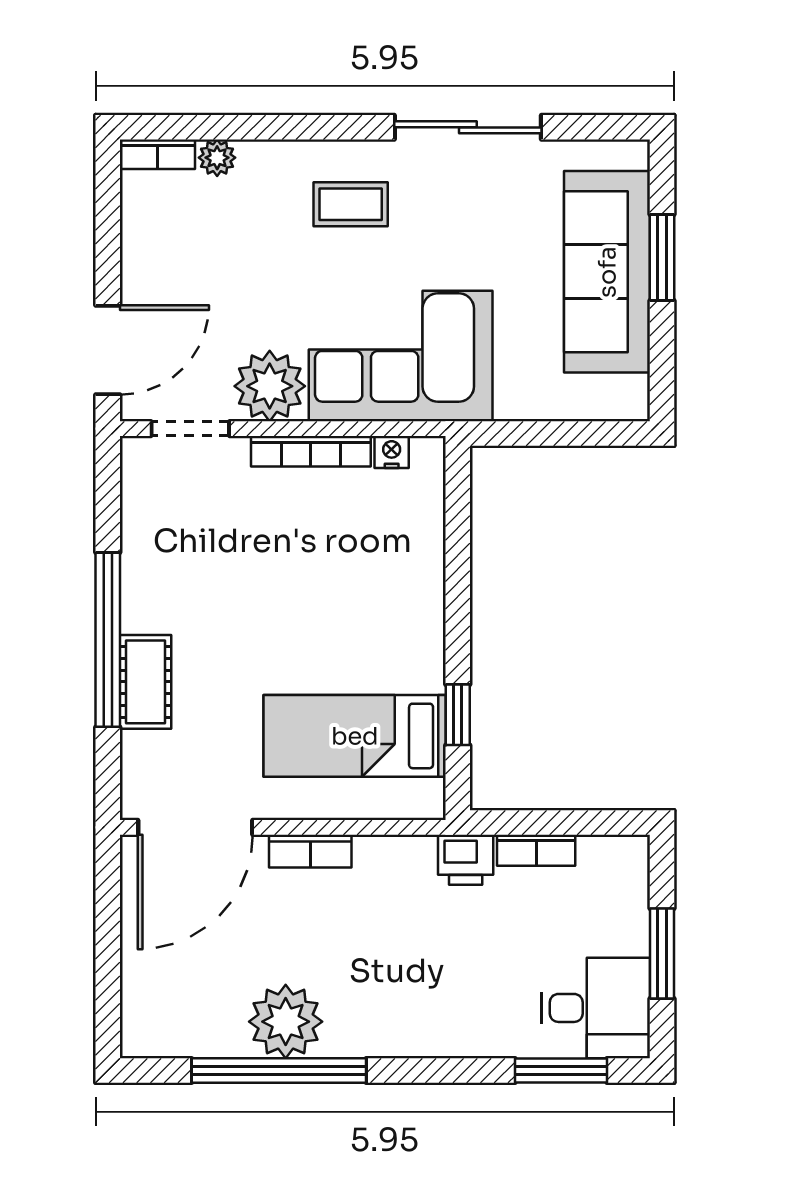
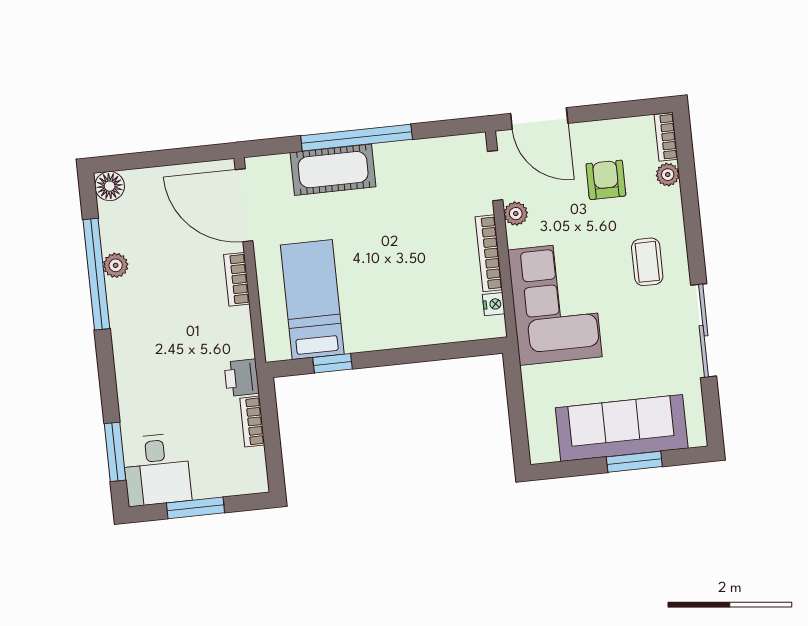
armchair: (215, 256) -> (606, 180), added
plant: (270, 386) -> (516, 214), width x0.53, depth x0.53
cot: (145, 682) -> (333, 170), width x1.37, depth x1.34
plant: (286, 1022) -> (116, 265), width x0.53, depth x0.53
floor lamp: (143, 1035) -> (110, 186), added

